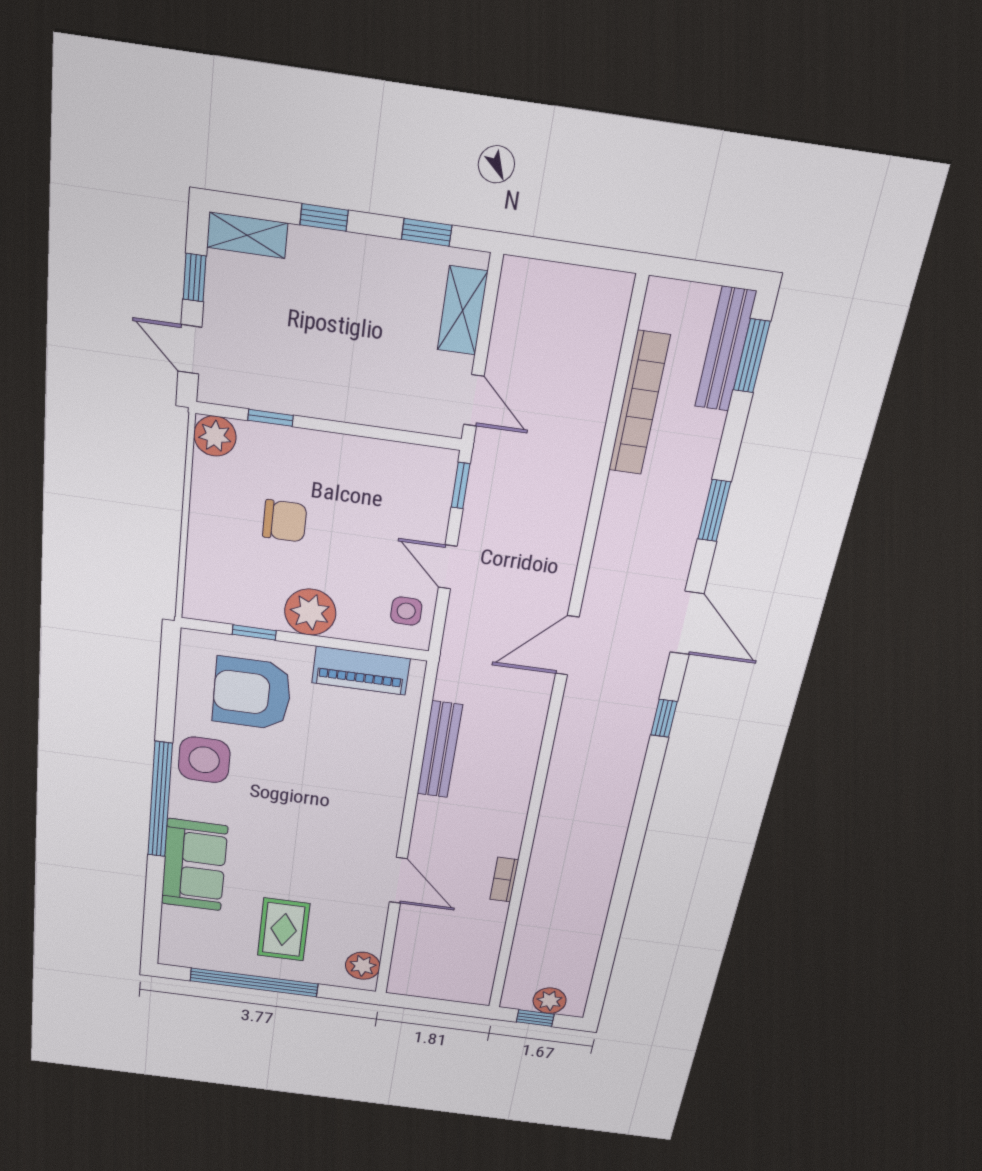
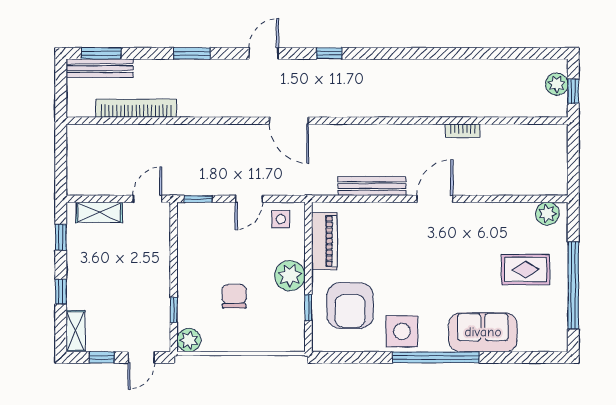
door: (687, 623) -> (264, 53), width x0.73
door: (398, 880) -> (435, 199), moved

